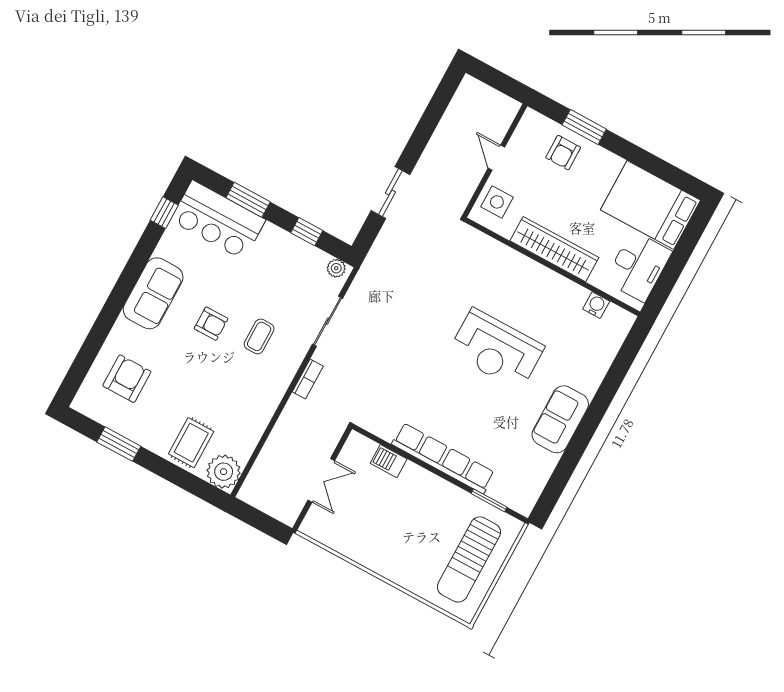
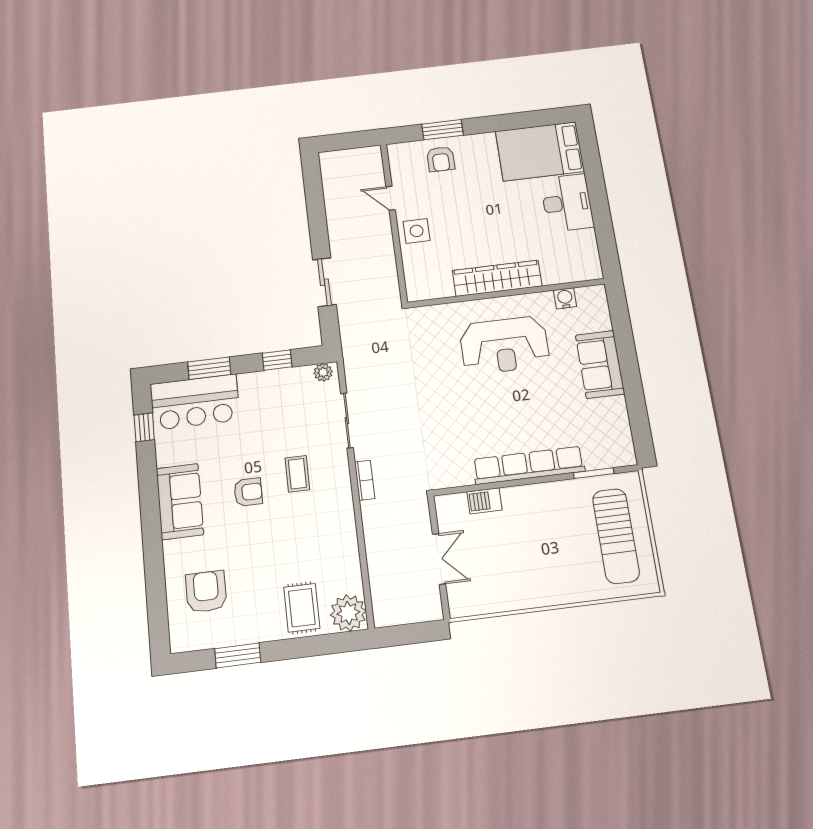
wardrobe: (554, 249) -> (497, 278), moved
wall: (552, 267) -> (506, 293), moved
water cooler: (596, 305) -> (565, 298), moved

